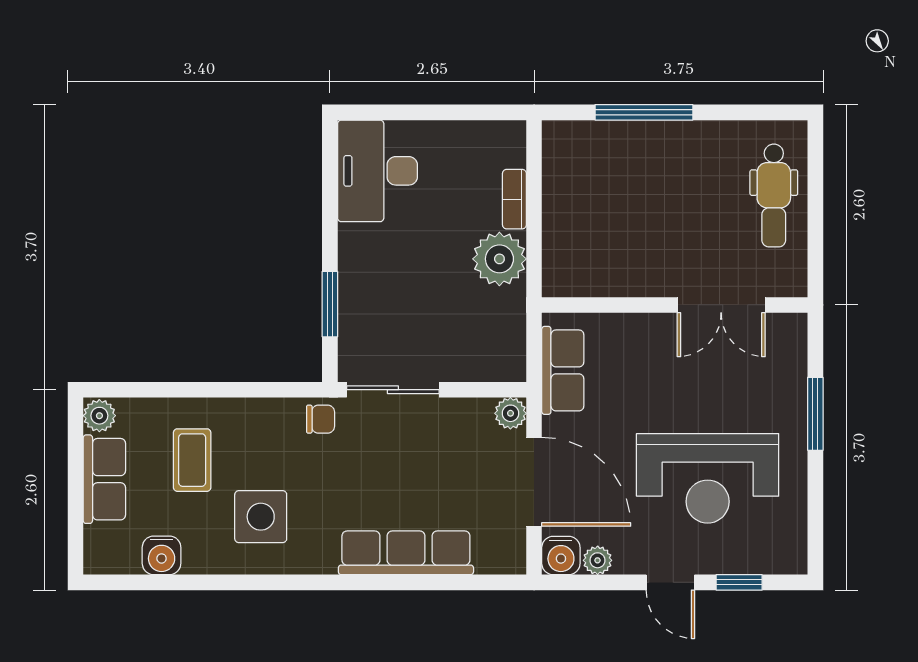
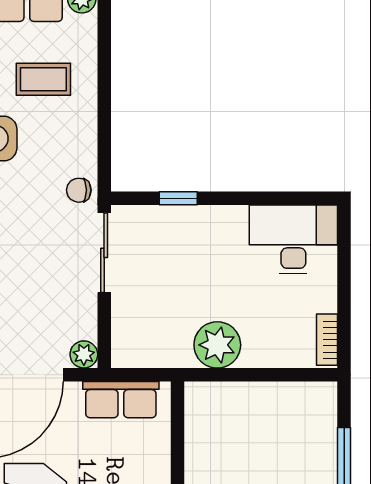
bookcase: (514, 199) -> (327, 340), moved, turned -90
window: (330, 304) -> (178, 198), width x0.67
chair: (321, 419) -> (79, 190), turned 90

